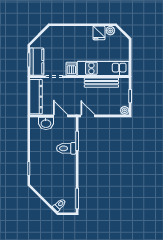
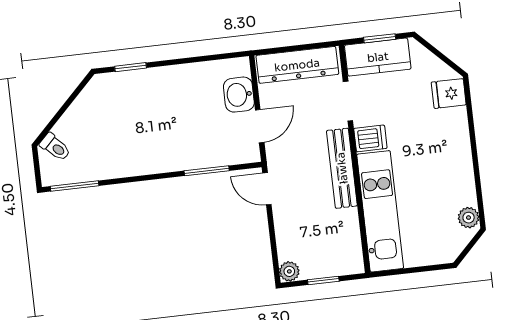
fridge: (99, 33) -> (449, 94), moved
bench: (101, 83) -> (342, 168), moved
door: (88, 116) -> (267, 189), swing flipped
toilet: (66, 148) -> (187, 148), removed

